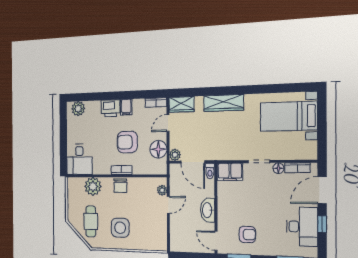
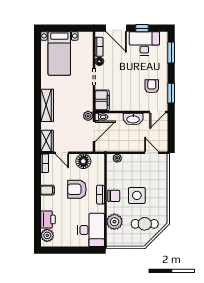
printer: (111, 108) -> (48, 219), moved
armchair: (127, 142) -> (77, 189), turned 90
plant: (175, 155) -> (88, 116), moved
desk: (79, 159) -> (91, 230), width x1.37
door: (168, 205) -> (152, 153), moved
side table: (120, 228) -> (137, 195), moved

